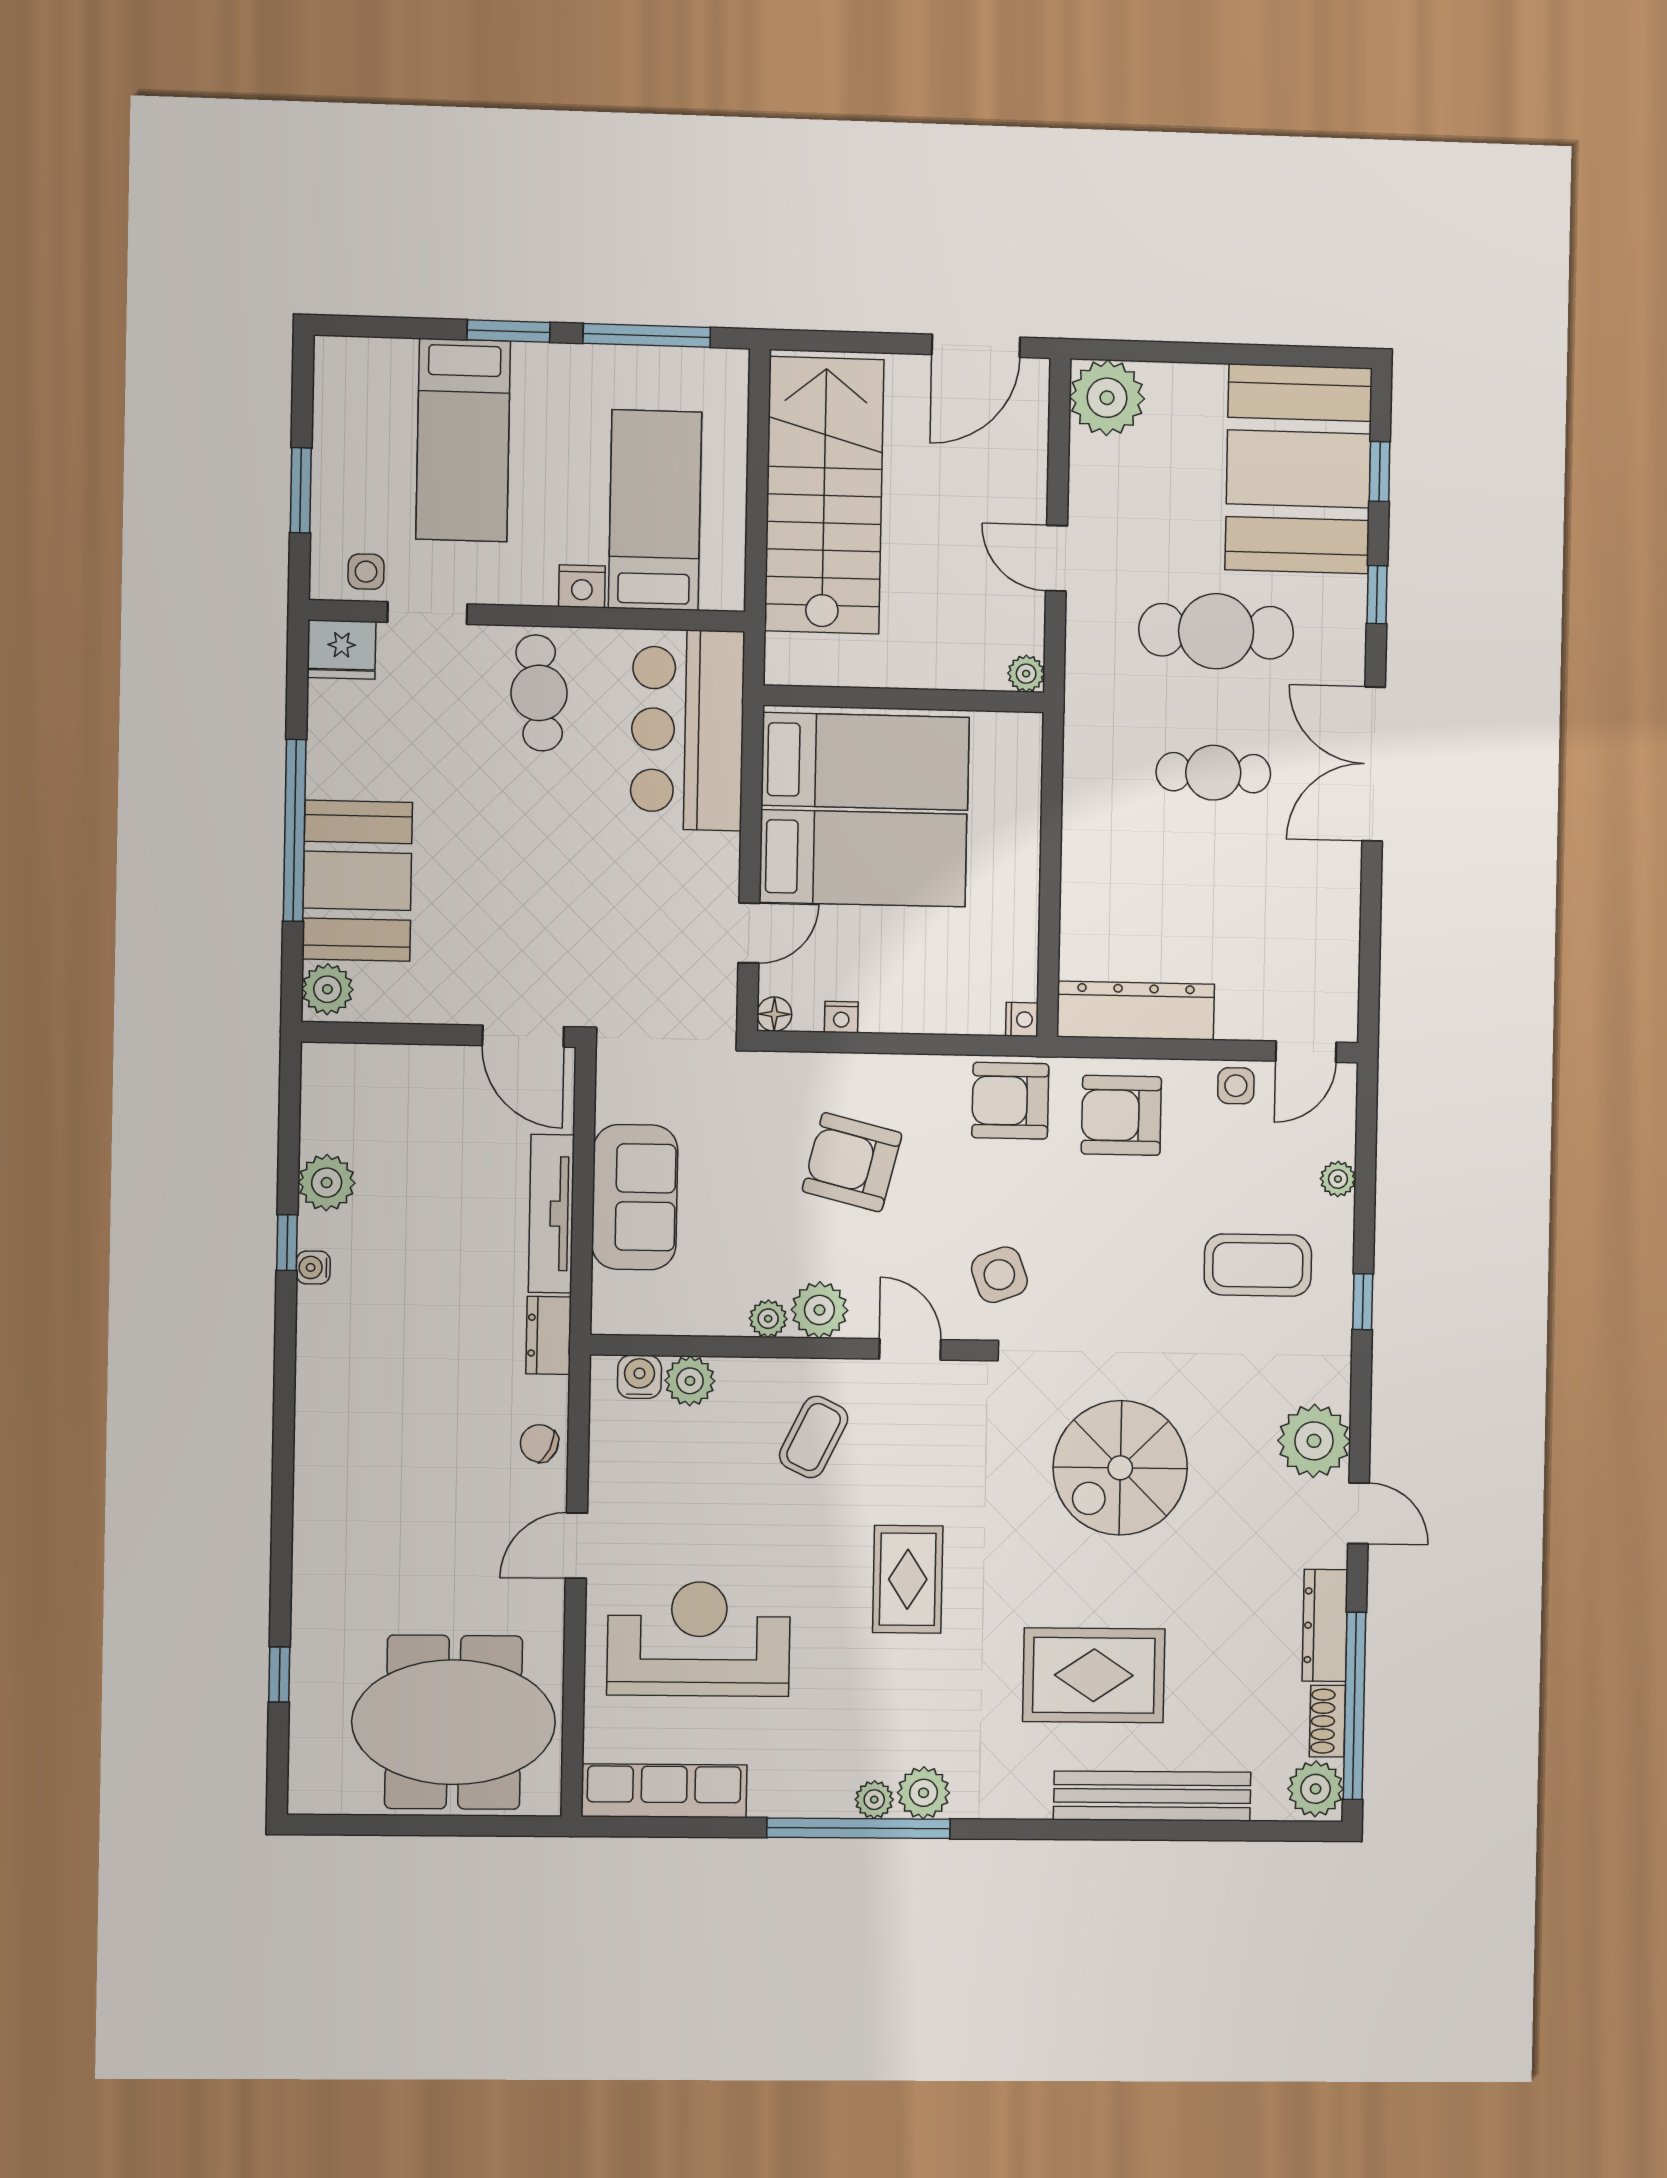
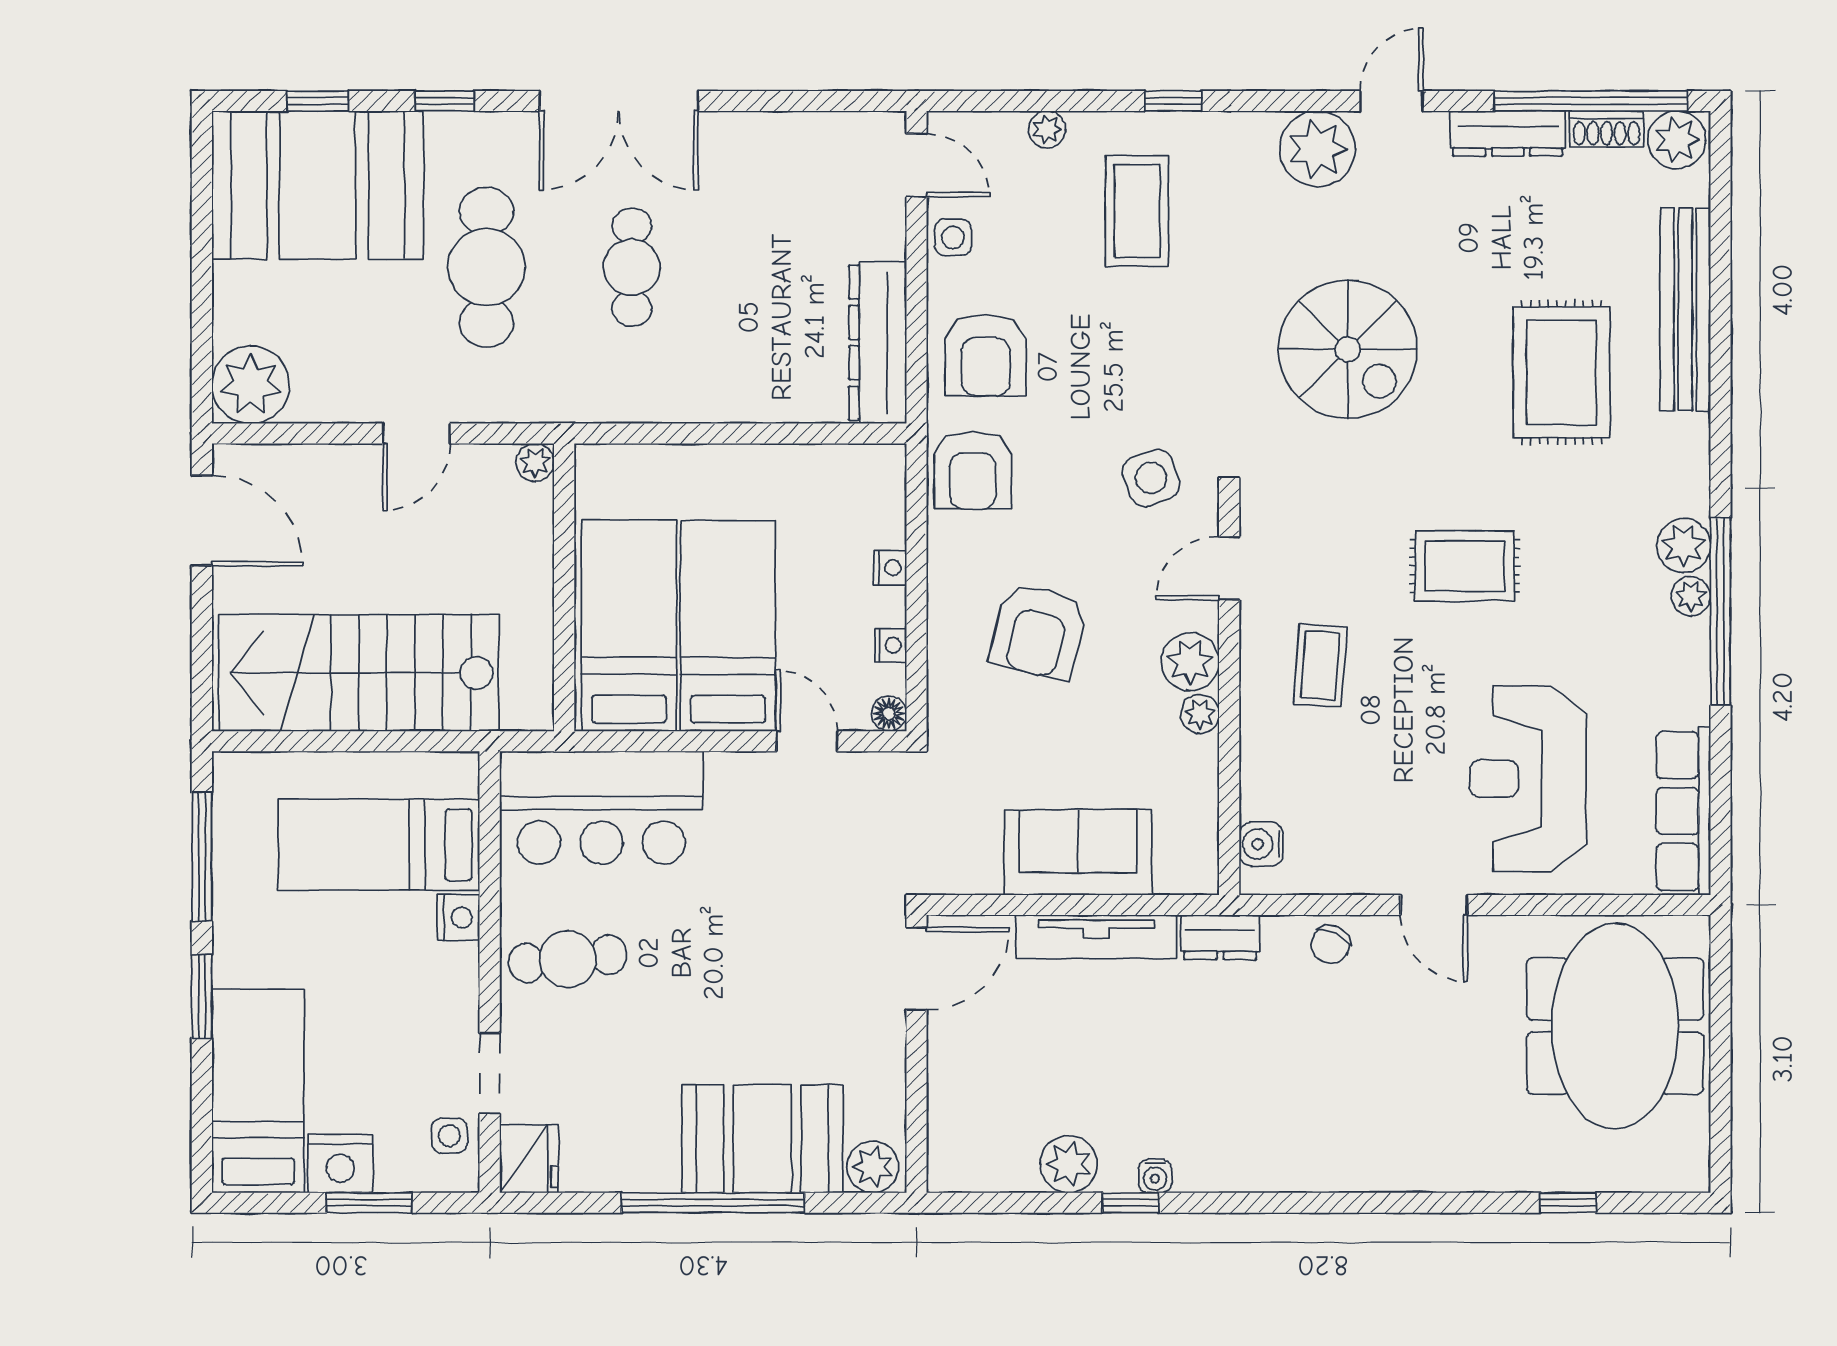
bed: (463, 440) -> (258, 1091), moved, turned -90
nightstand: (340, 463) -> (340, 1164), added
nightstand: (1022, 1019) -> (890, 568), moved, turned 90
plant: (690, 1381) -> (1265, 793), removed
coffee table: (814, 1437) -> (1320, 665), turned 68

